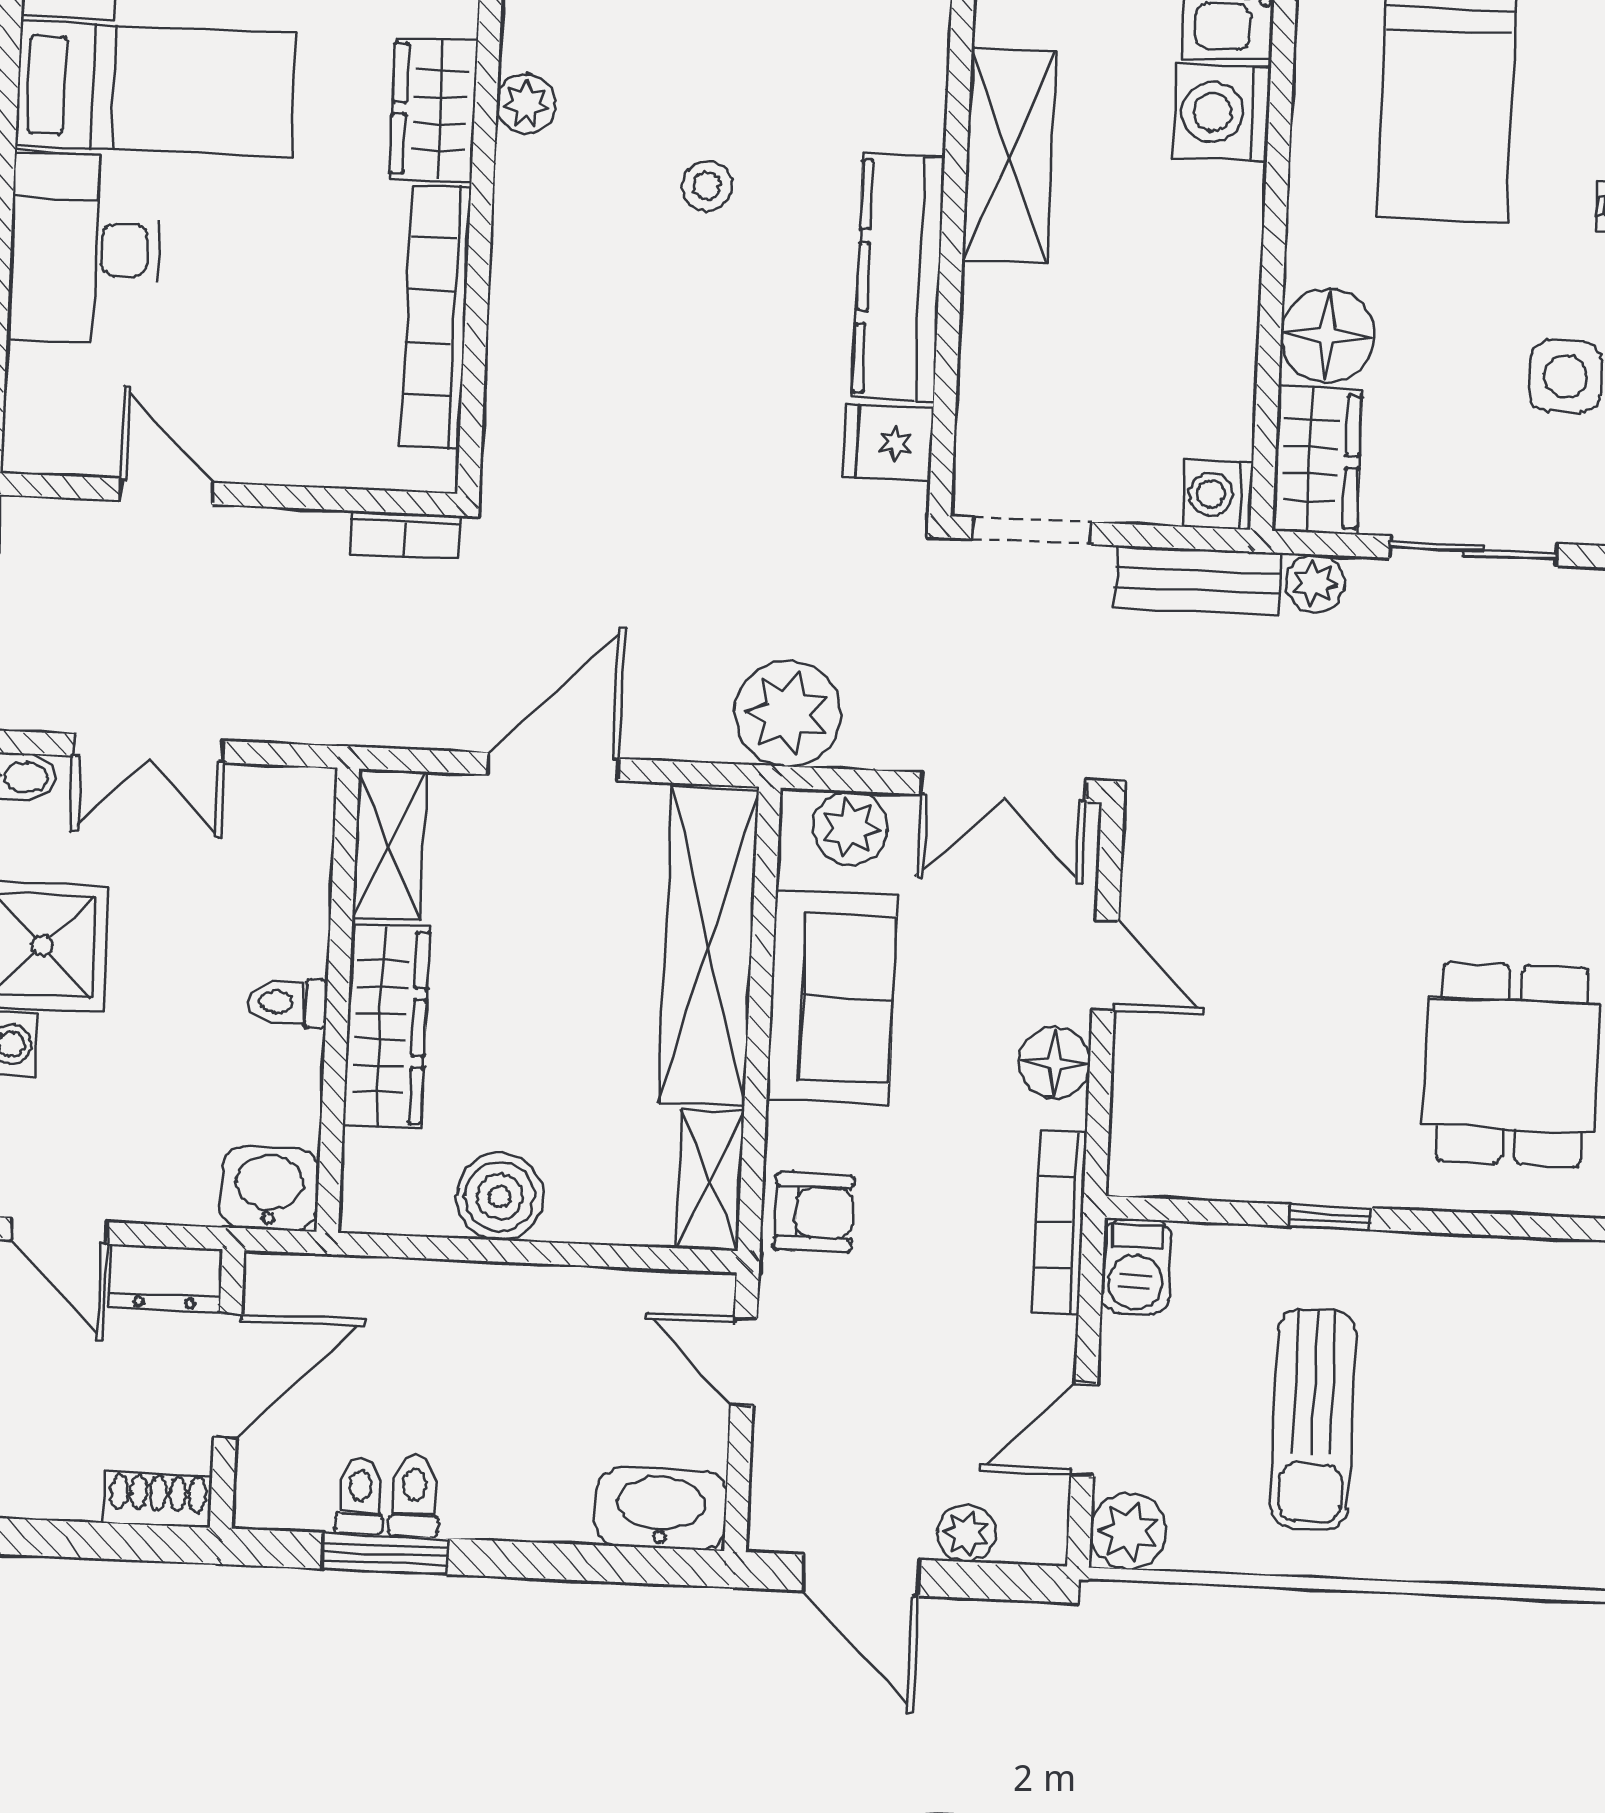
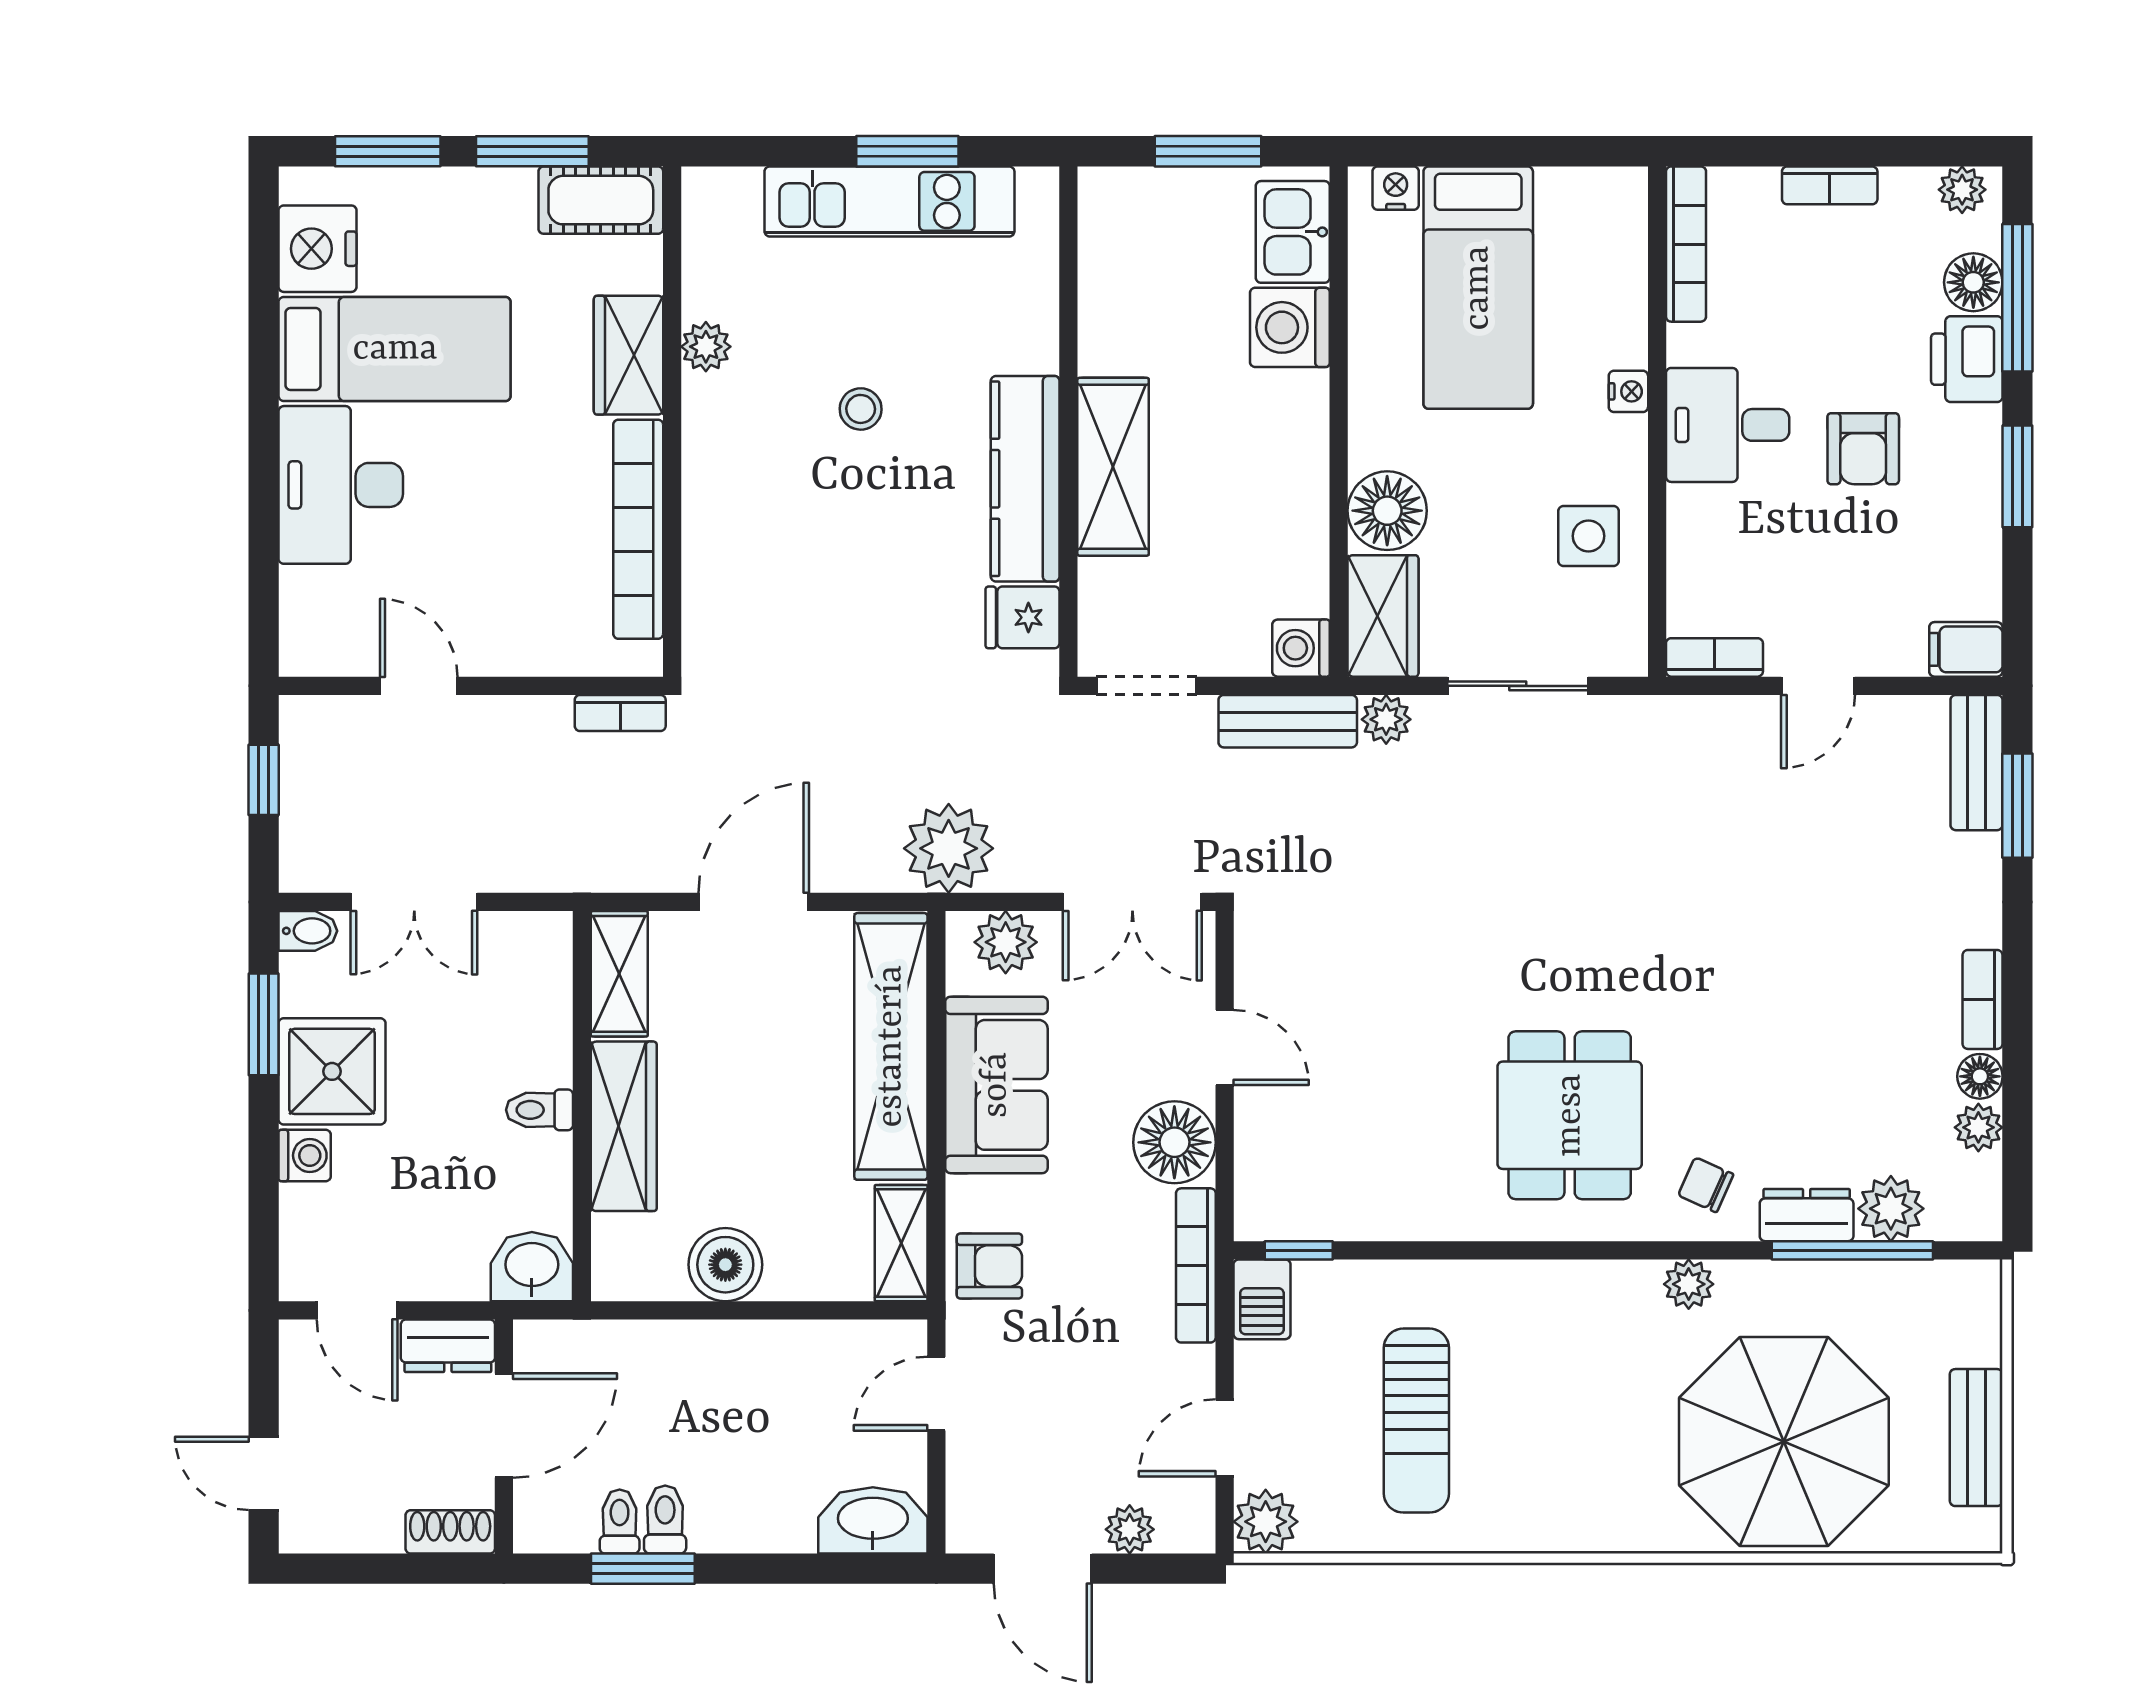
shelving: (1009, 155) -> (1113, 467), moved
floor lamp: (1054, 1062) -> (1174, 1142), width x1.38, depth x1.38
window: (1330, 1217) -> (1299, 1250), moved
door: (744, 1361) -> (936, 1394), hinge flipped

